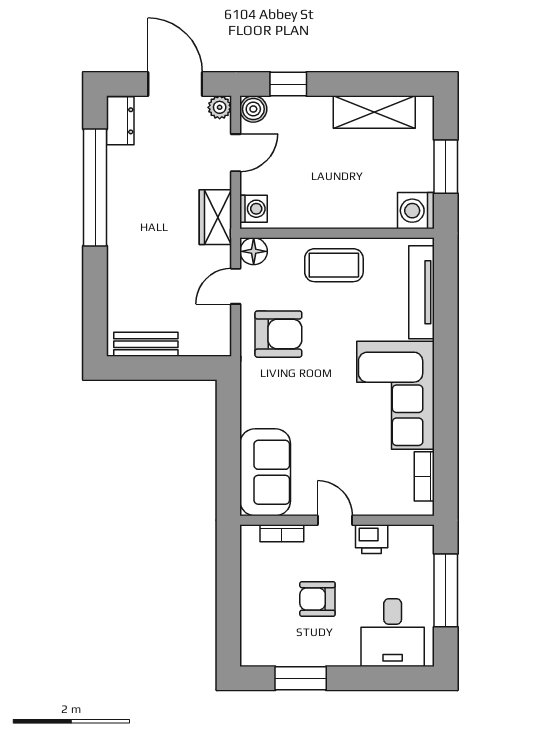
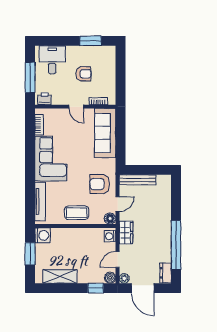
bench: (146, 344) -> (138, 180), moved, width x1.36
sofa: (265, 472) -> (105, 133), width x1.36
printer: (372, 539) -> (45, 99), moved

